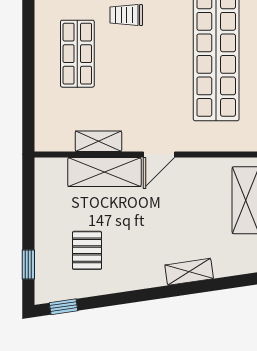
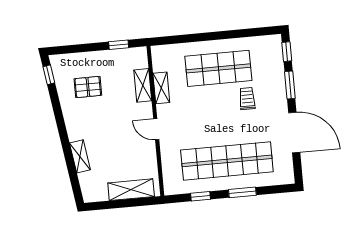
shop shelf: (77, 54) -> (218, 68), width x1.43, depth x1.36
shelving: (104, 172) -> (143, 85), width x0.67, depth x0.75
window: (28, 265) -> (119, 45), moved

